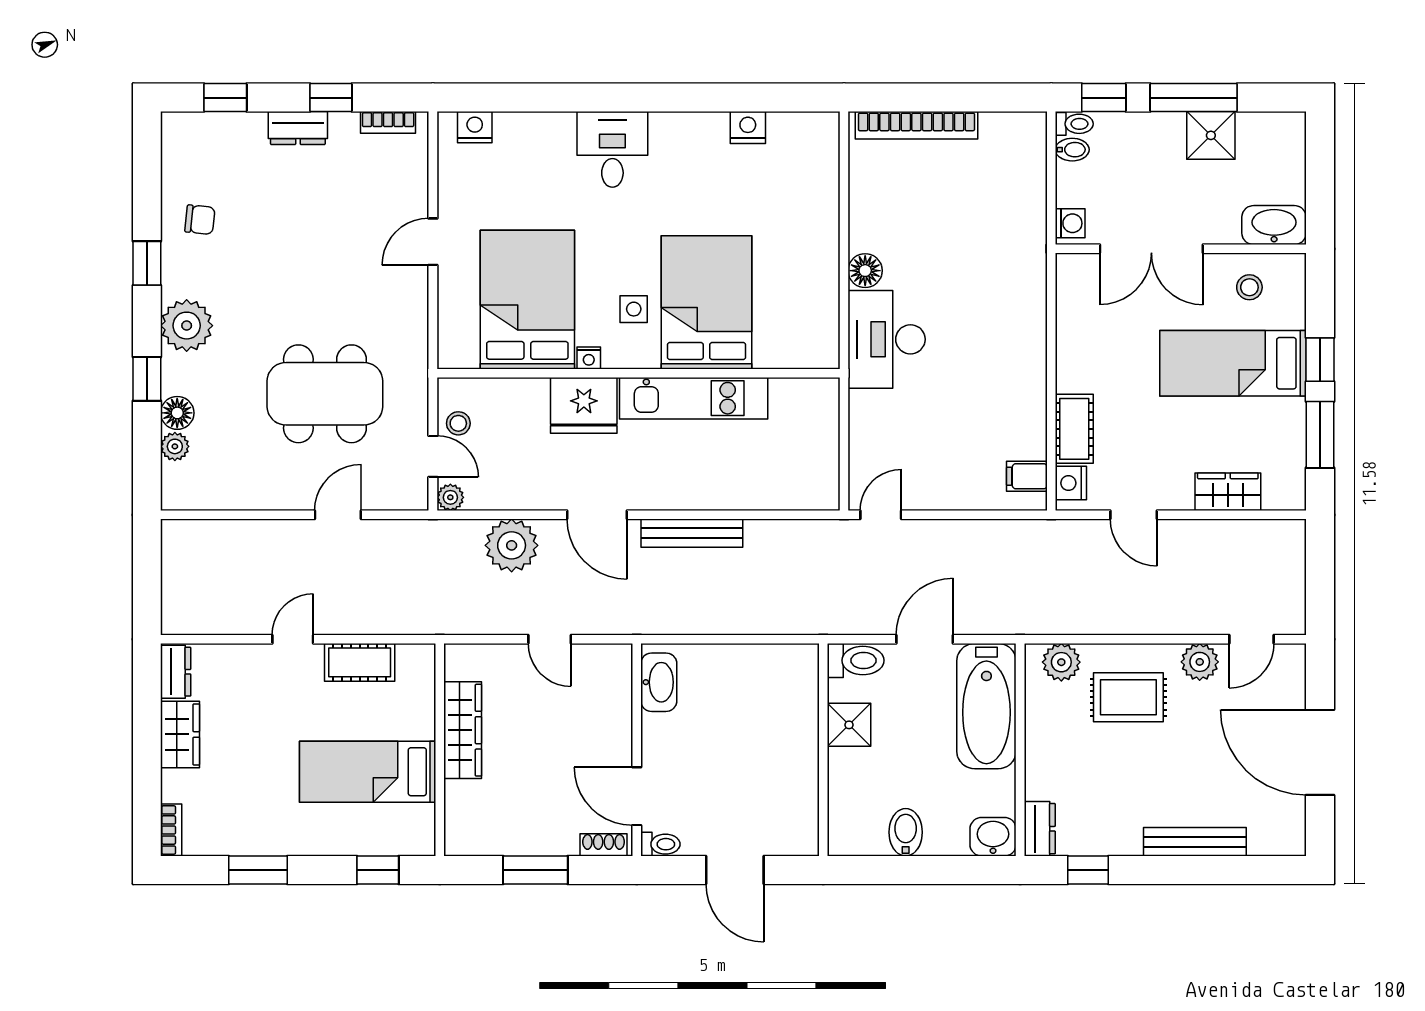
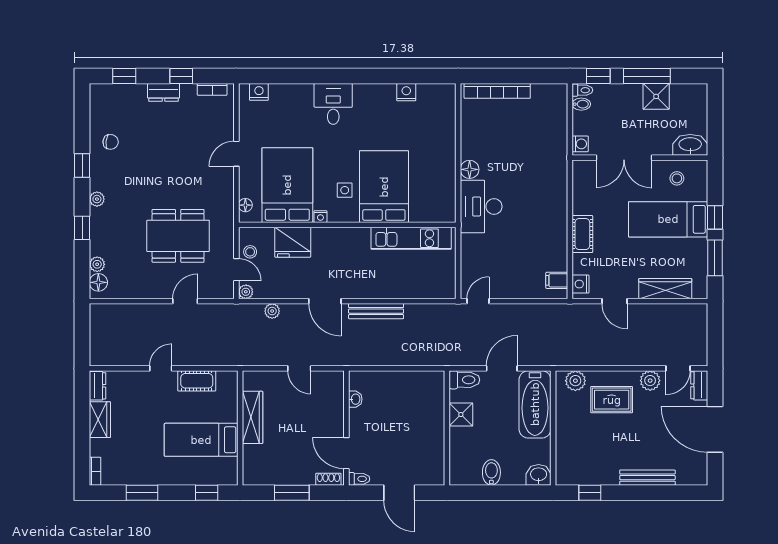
plant: (187, 326) -> (97, 199), width x0.53, depth x0.53
floor lamp: (450, 337) -> (245, 205), added
kitchen unit: (694, 398) -> (411, 238), moved
fridge: (584, 405) -> (293, 242), moved
floor lamp: (177, 413) -> (98, 282), moved
cot: (1074, 429) -> (582, 234), moved
wardrobe: (1228, 492) -> (665, 289), width x1.50
plant: (512, 545) -> (272, 311), width x0.53, depth x0.53
washbasin: (659, 682) -> (355, 399), width x0.52, depth x0.69
dresser: (1040, 829) -> (699, 385), moved, turned 180

